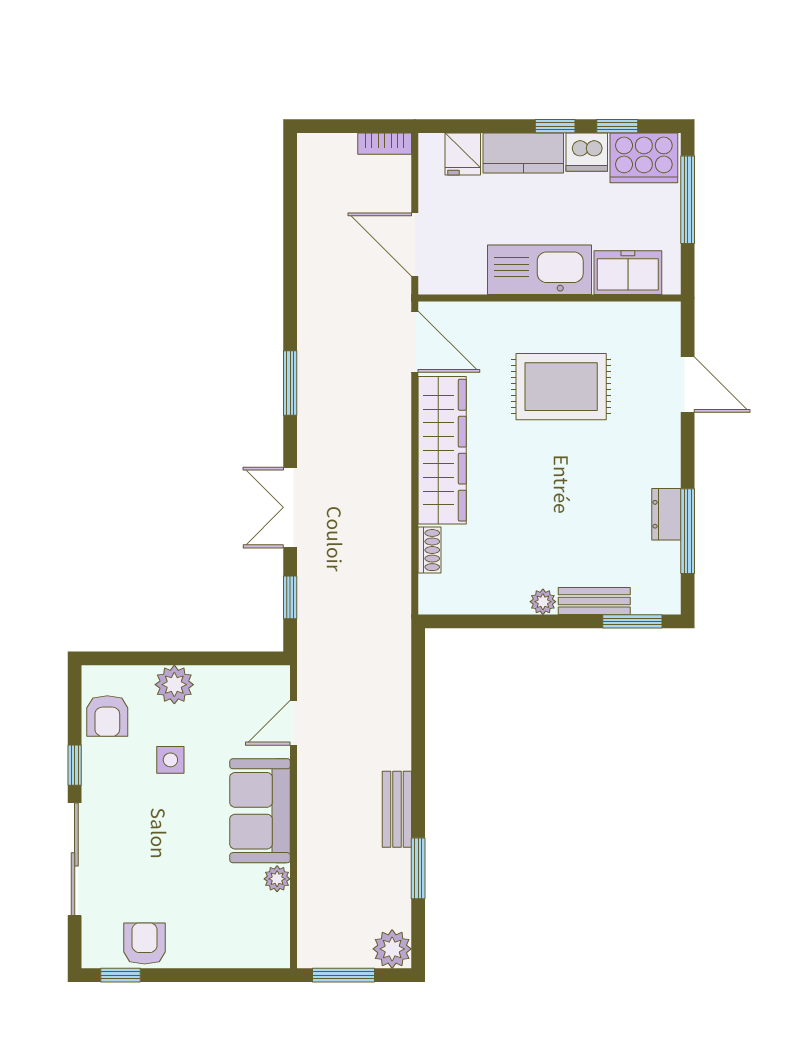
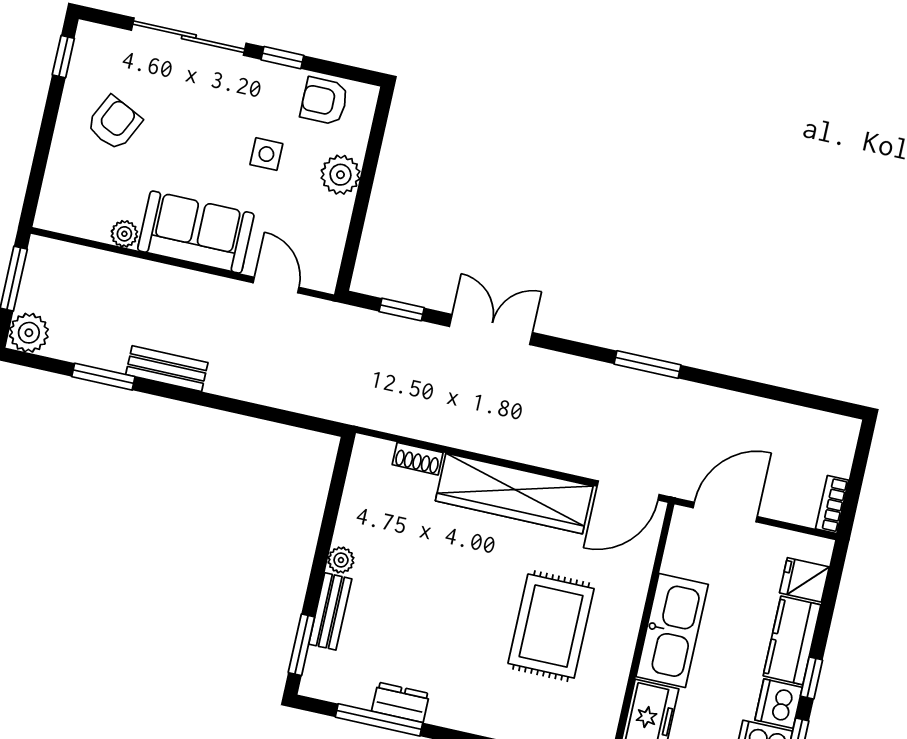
window: (290, 383) -> (648, 365), moved
armchair: (145, 944) -> (114, 123), moved, turned -64

